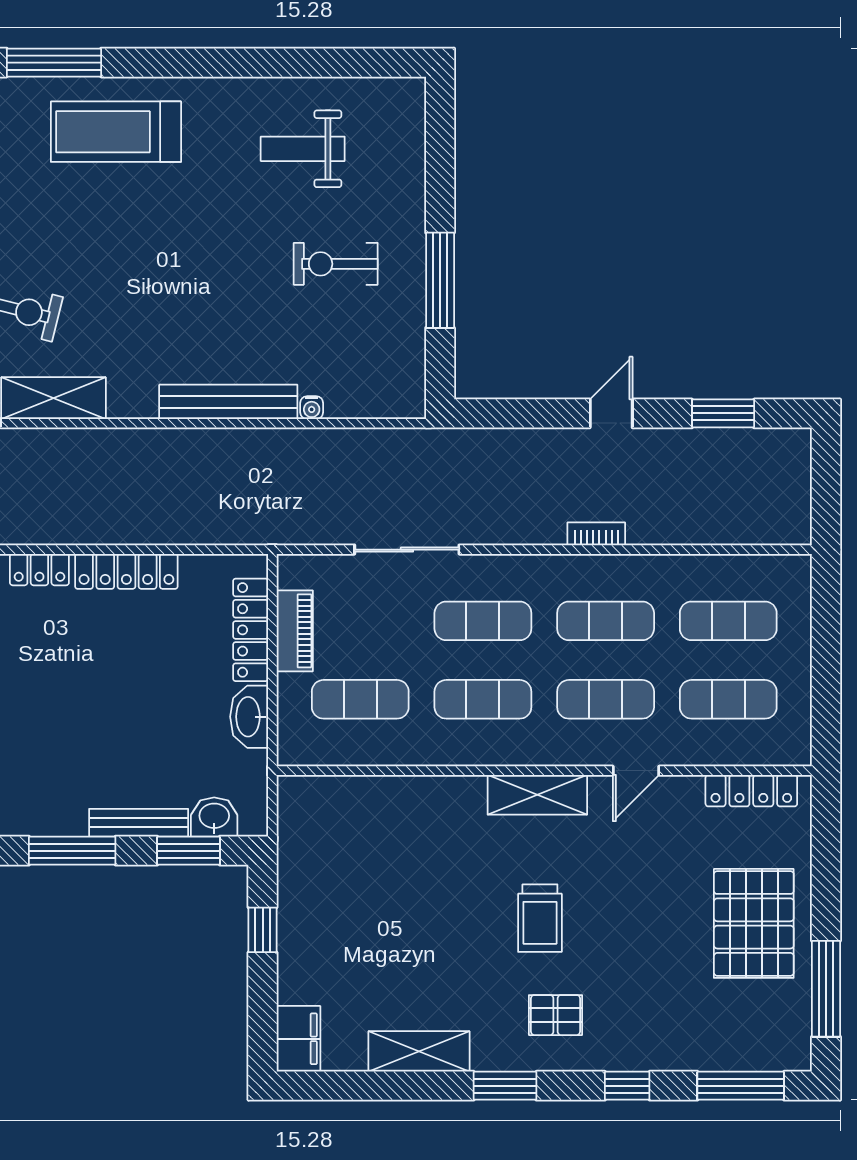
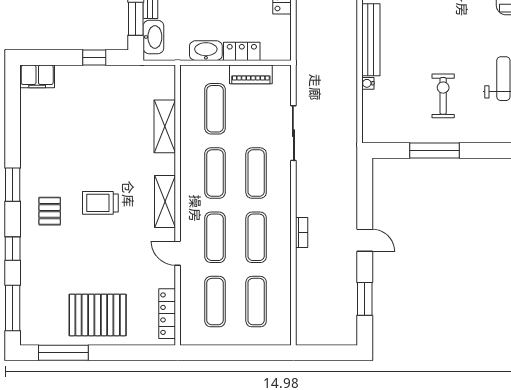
locker: (251, 630) -> (242, 51), width x0.66
washbasin: (214, 817) -> (153, 37), width x1.38
shelving: (419, 1051) -> (165, 126), moved

